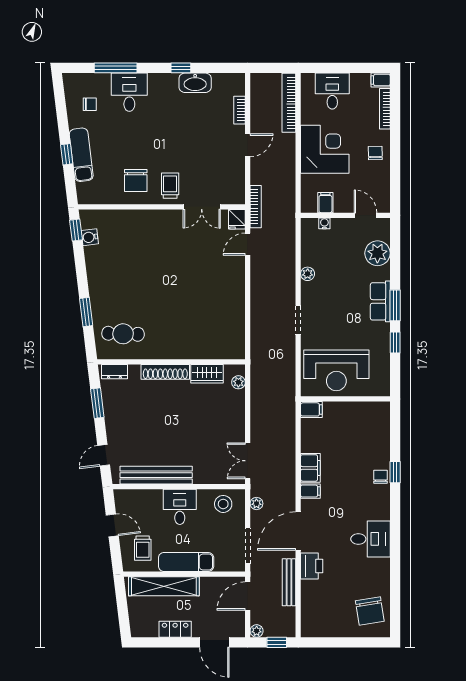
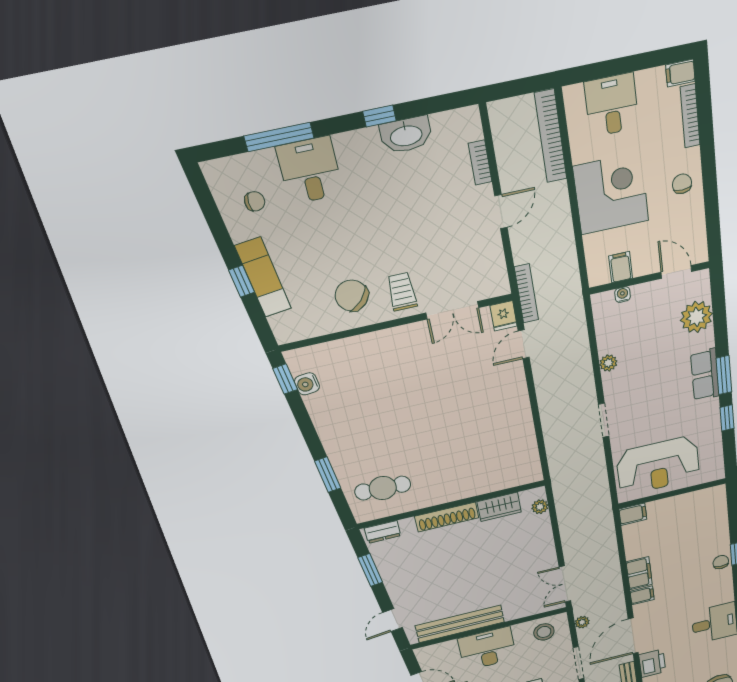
chair: (136, 181) -> (352, 296), turned 133
desk: (180, 507) -> (487, 649), width x1.37

